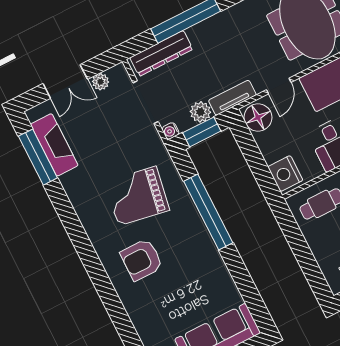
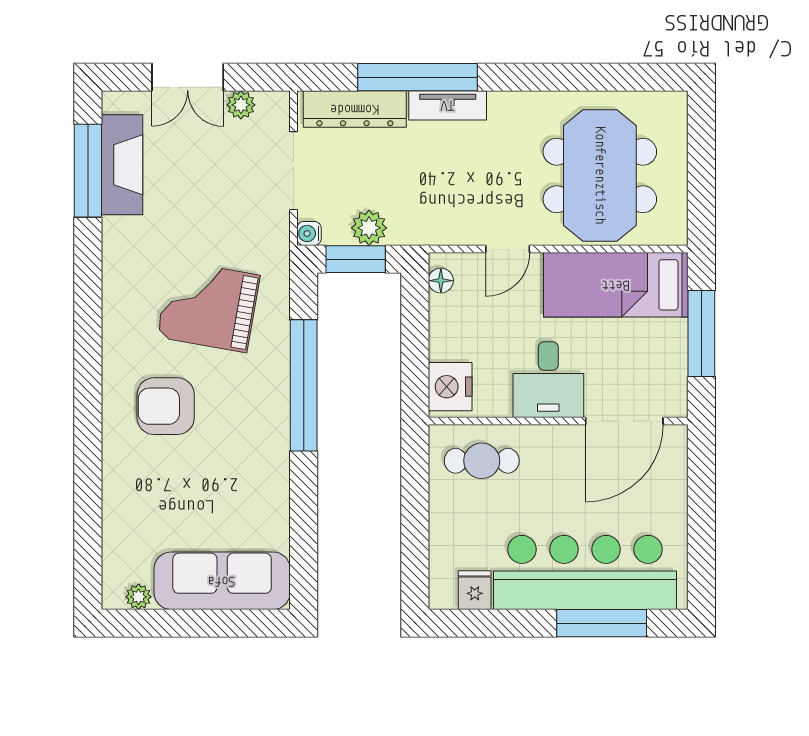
tv unit: (232, 98) -> (448, 105), moved, turned 180
floor lamp: (258, 117) -> (441, 281), width x0.53, depth x0.53

